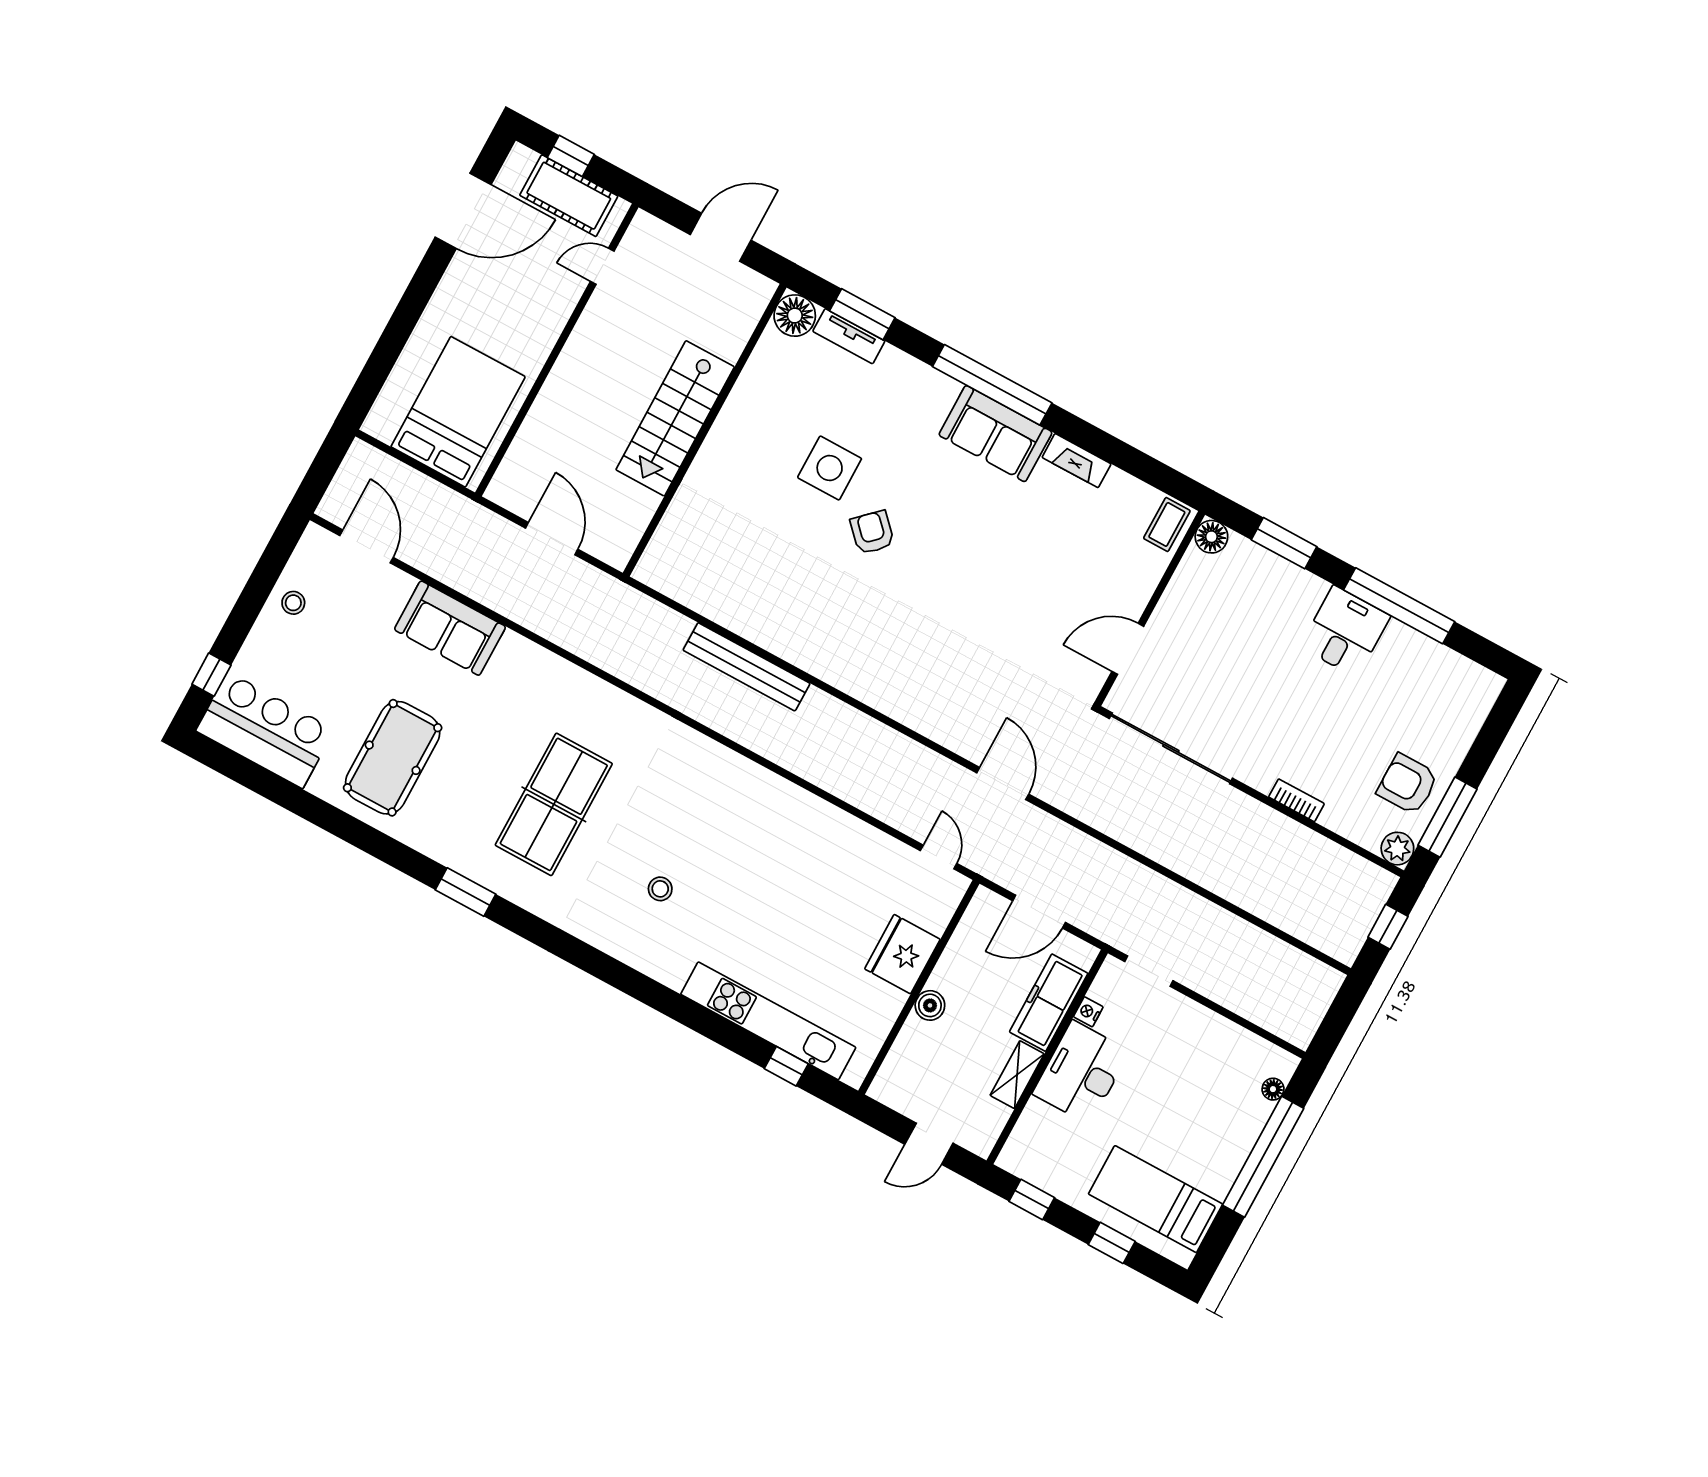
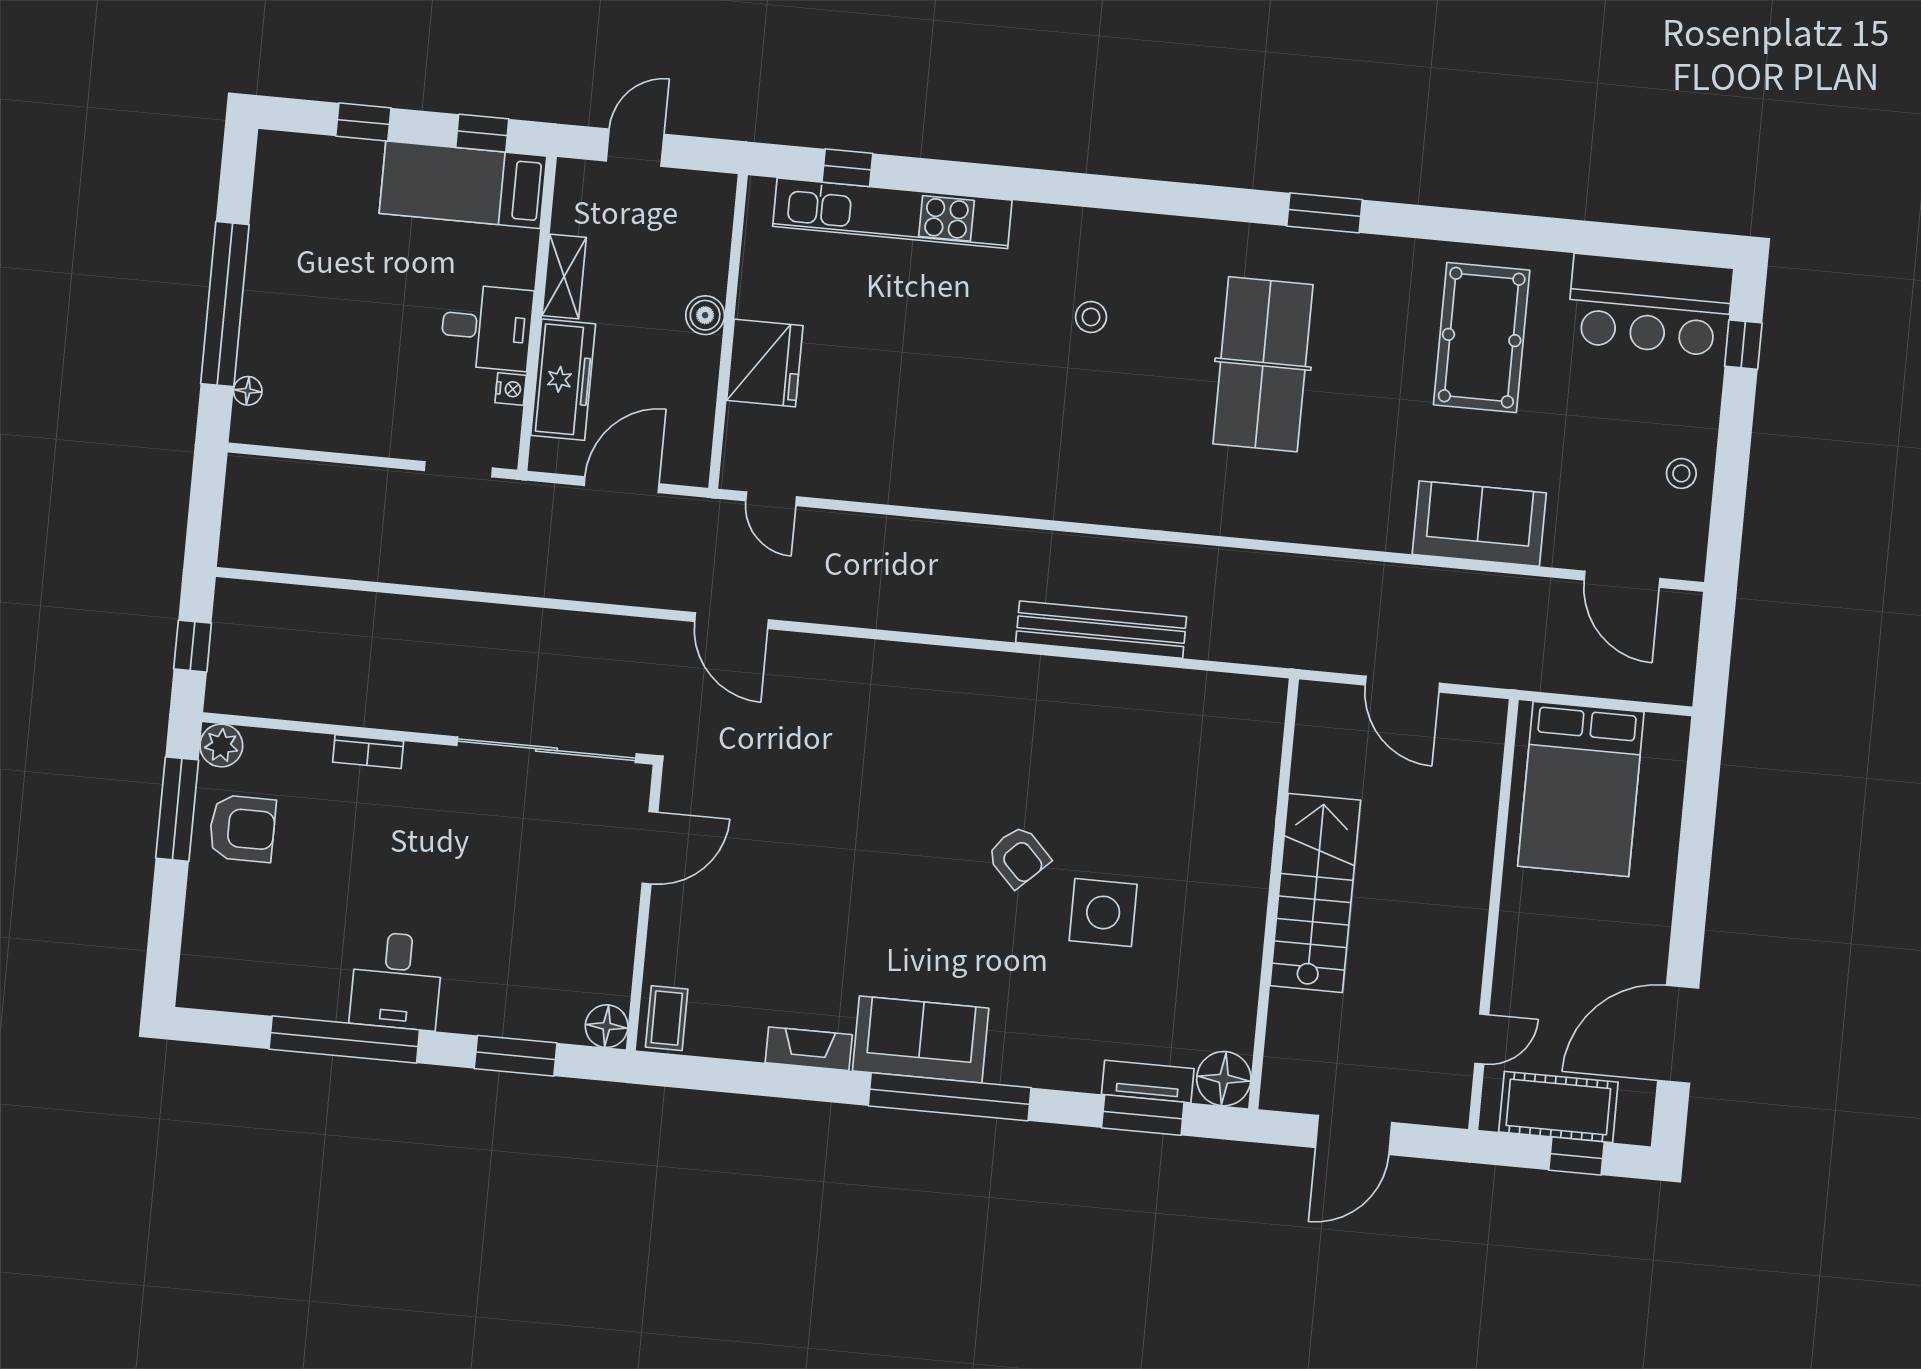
desk: (1081, 1072) -> (487, 327), width x0.73
bed: (1156, 1199) -> (463, 185), moved, turned 180

